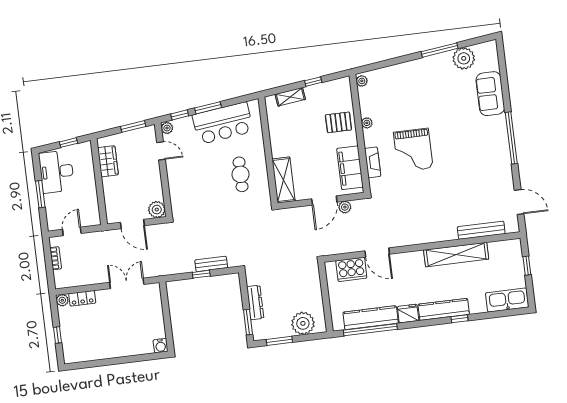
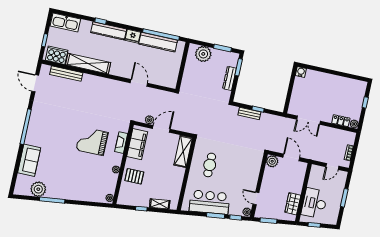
grand piano: (413, 150) -> (92, 141), turned -90
desk: (57, 172) -> (314, 203), moved, turned 180
cooker: (351, 269) -> (57, 55), moved

